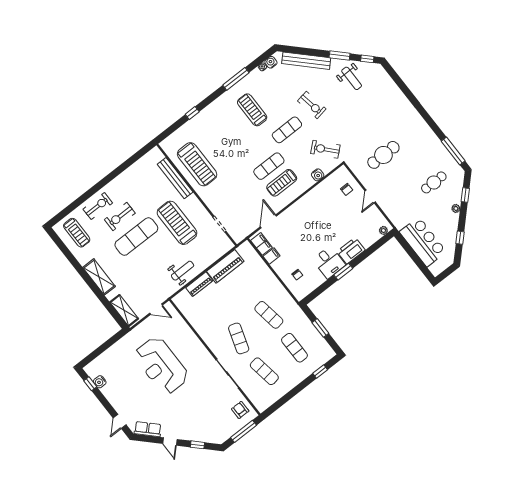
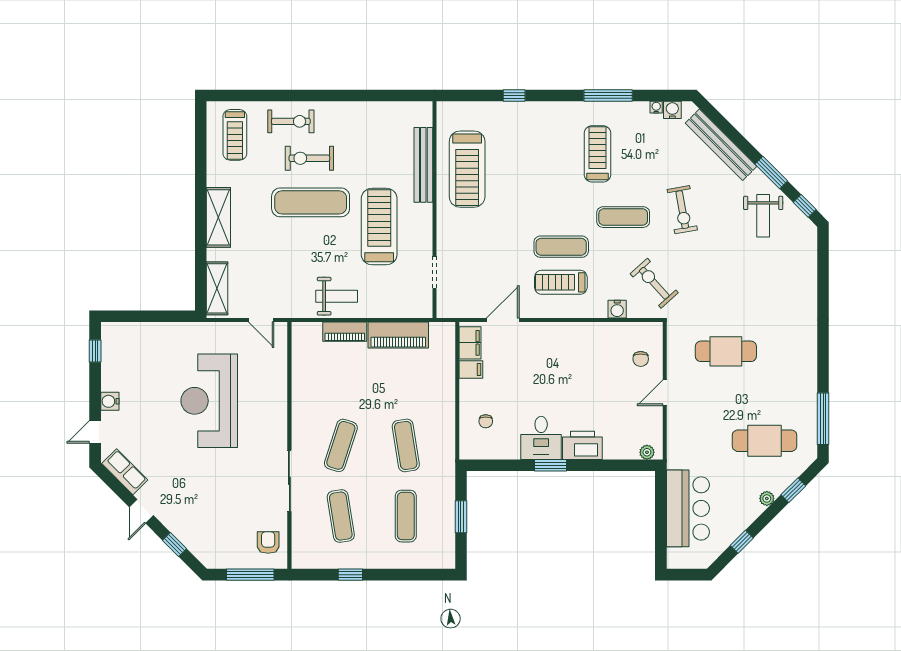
cafe table: (434, 182) -> (765, 441), width x1.37, depth x1.35
window: (320, 371) -> (350, 575), moved
water cooler: (100, 382) -> (110, 401), moved

